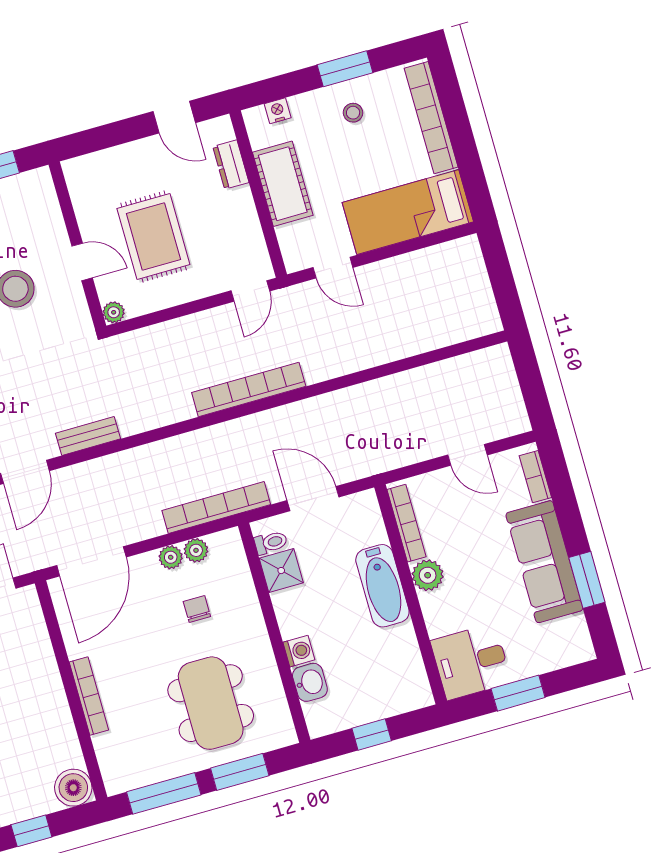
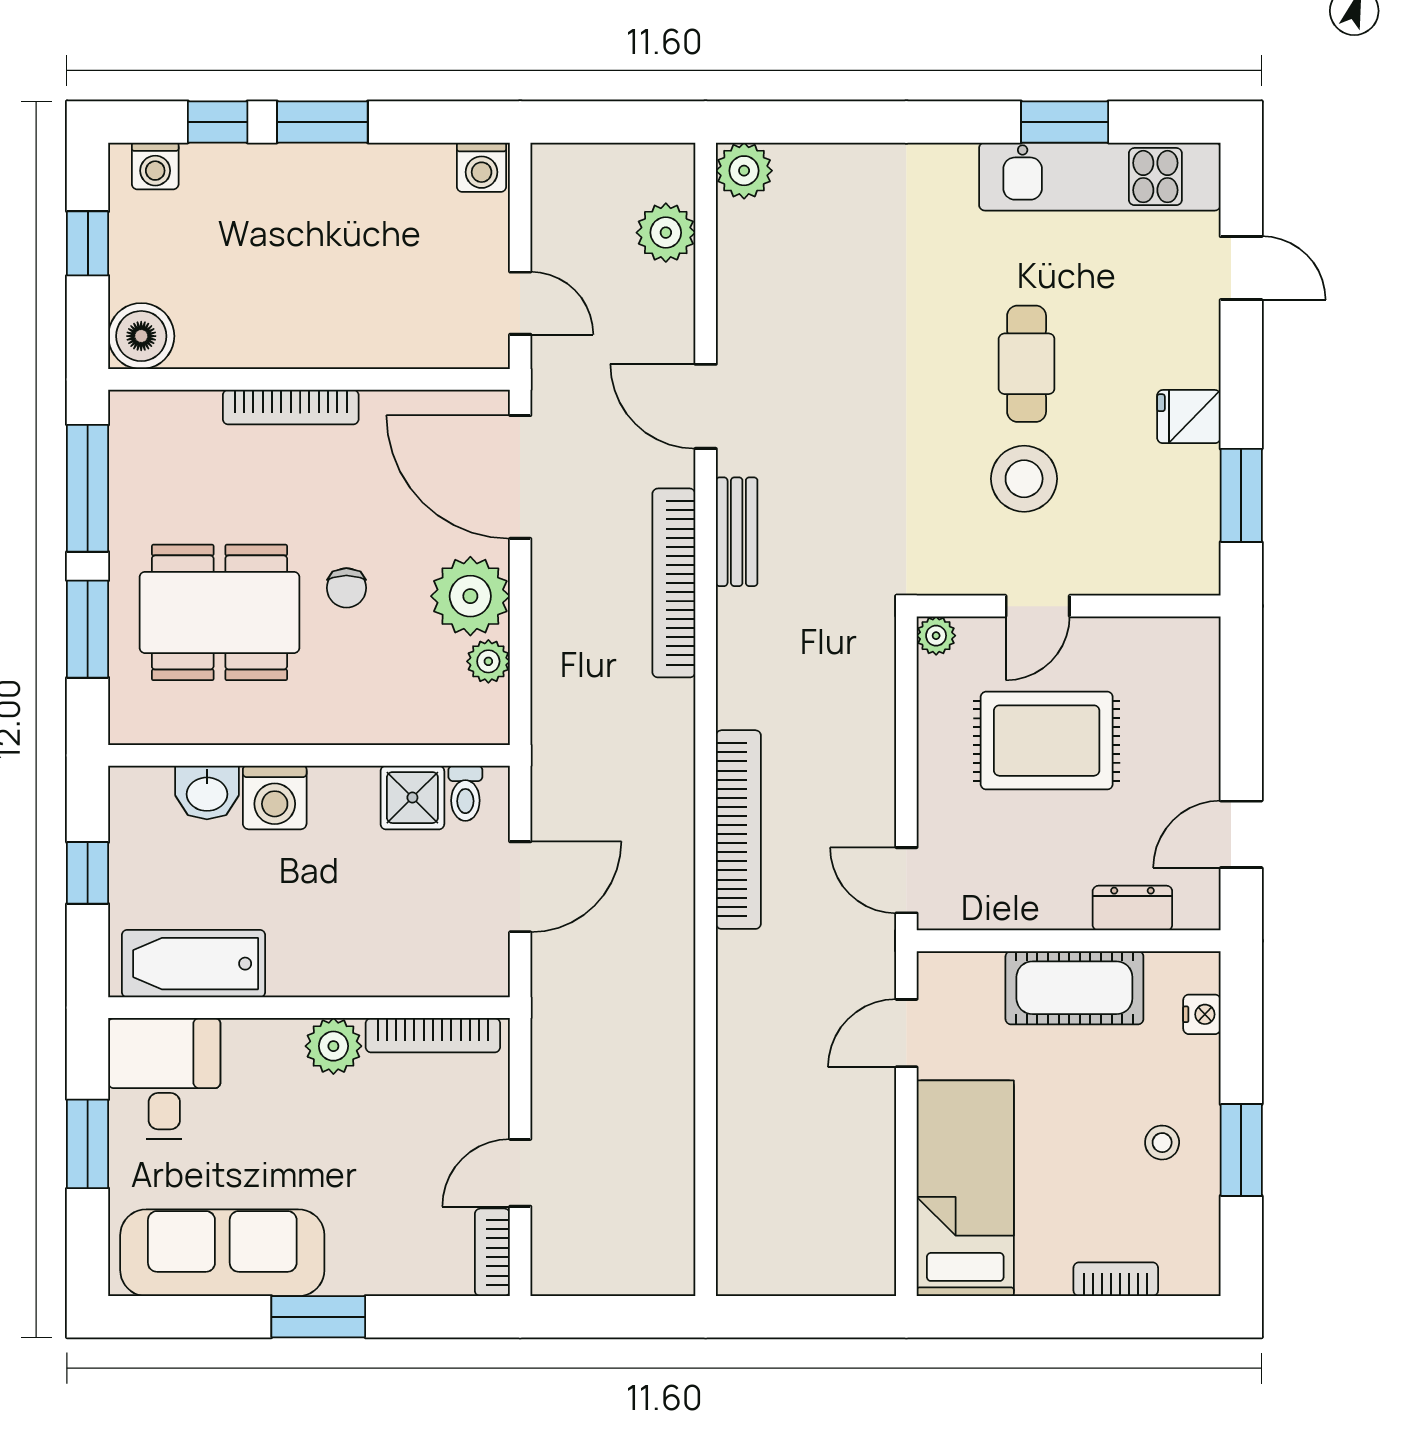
bookcase: (431, 118) -> (1116, 1279), width x0.43, depth x0.76
bookcase: (535, 477) -> (492, 1252), moved, turned -90
bookcase: (216, 507) -> (674, 583), moved, turned 180
plant: (171, 557) -> (470, 596), width x1.87, depth x1.87
sofa: (544, 562) -> (222, 1253), moved
window: (587, 580) -> (318, 1317), moved
bathtub: (382, 586) -> (193, 964), moved
chair: (197, 609) -> (346, 588), moved, turned 90
washing machine: (299, 651) -> (275, 797), width x1.38, depth x1.38

